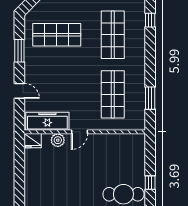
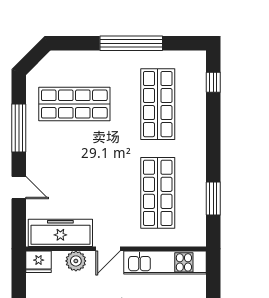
window: (19, 51) -> (19, 128), width x1.44
kitchen unit: (118, 141) -> (165, 262), added

